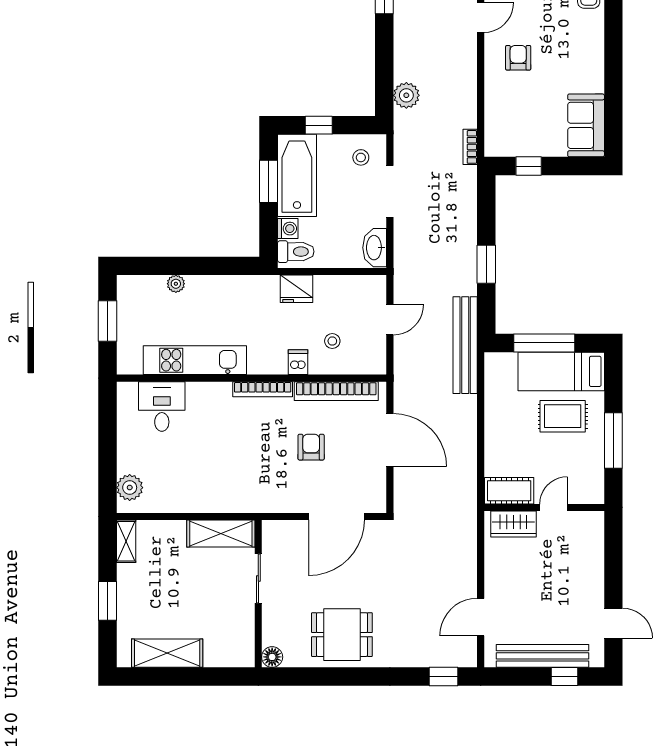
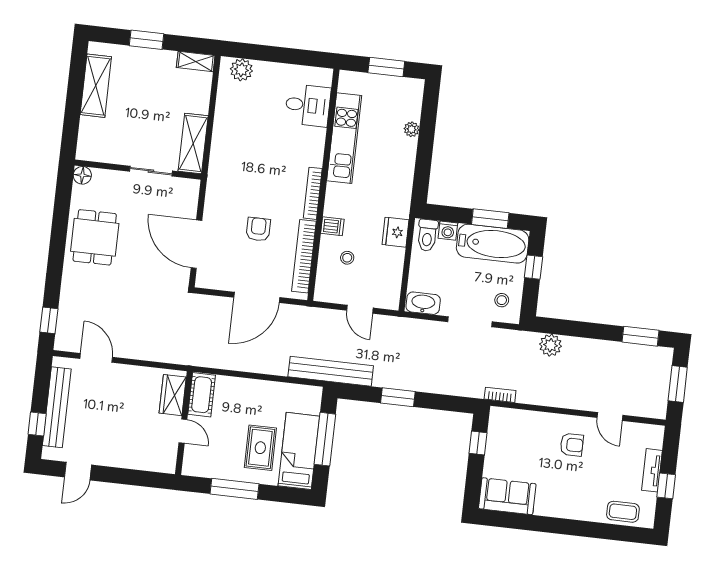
armchair: (311, 447) -> (258, 229), turned -90

